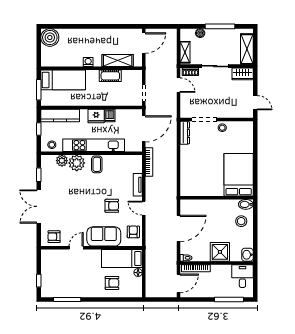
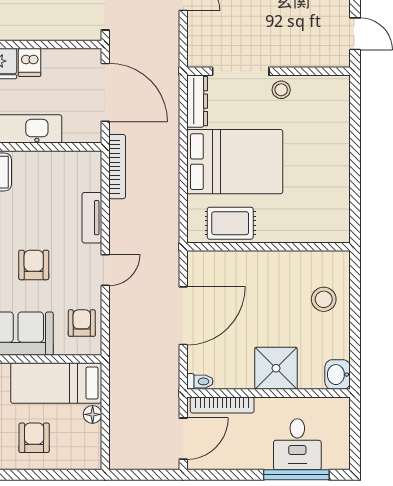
door: (144, 129) -> (105, 92), hinge flipped
bed: (239, 175) -> (235, 162), moved, turned 90
rug: (199, 187) -> (230, 223), added
bidet: (246, 204) -> (334, 262), removed
armchair: (112, 206) -> (34, 265), turned -90
door: (144, 208) -> (105, 270), swing flipped
desk: (242, 276) -> (297, 444), moved, turned 180
armchair: (112, 283) -> (34, 438), turned -90

